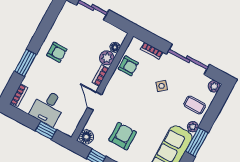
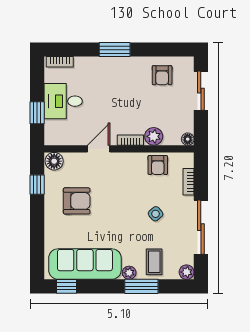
floor lamp: (115, 47) -> (188, 139), moved
armchair: (57, 52) -> (162, 75), moved
window: (25, 63) -> (115, 50), moved
window: (197, 142) -> (141, 286), moved

